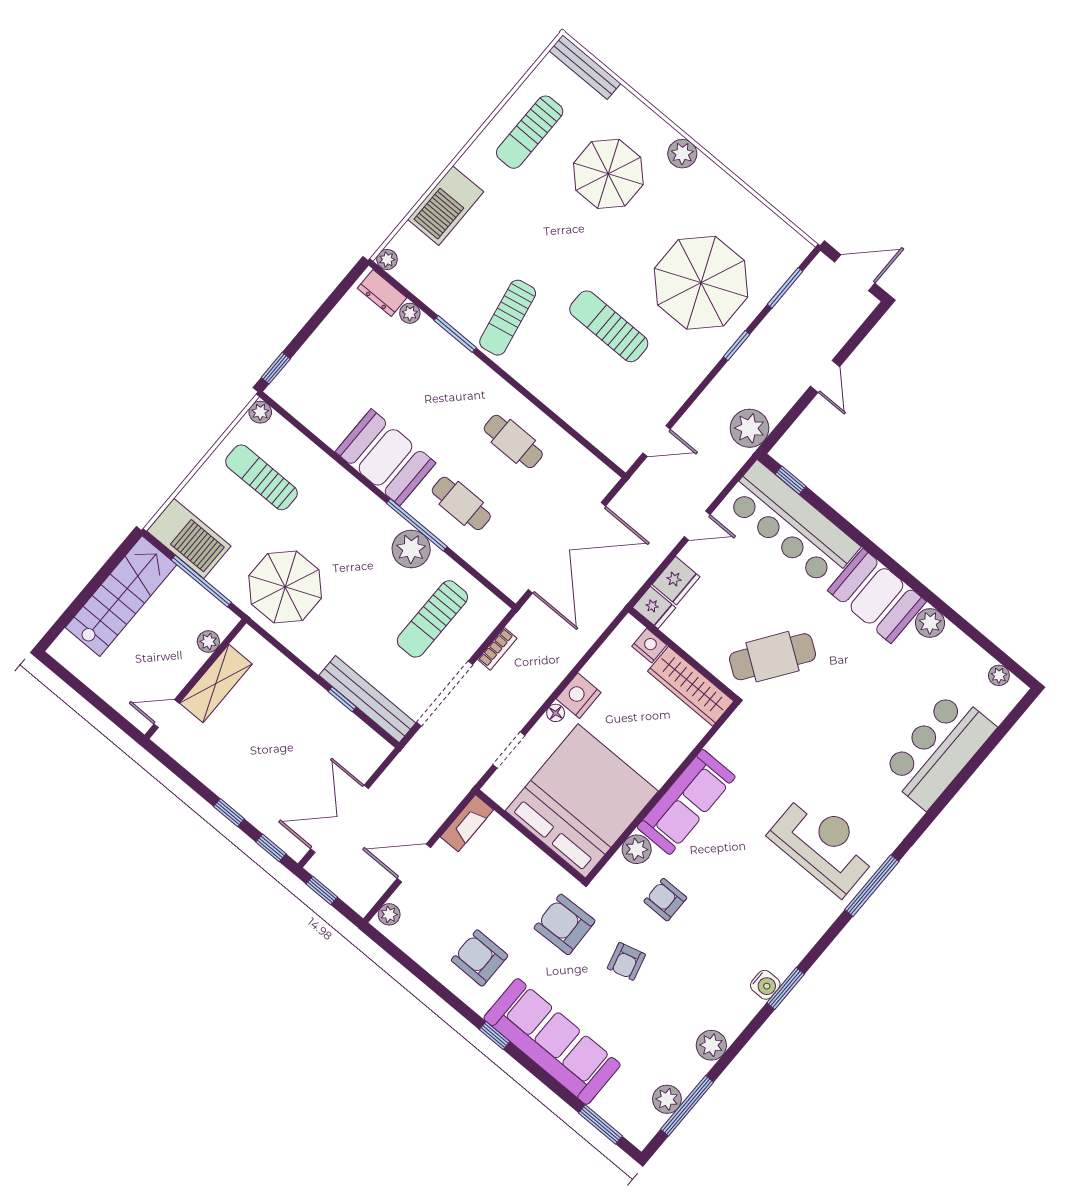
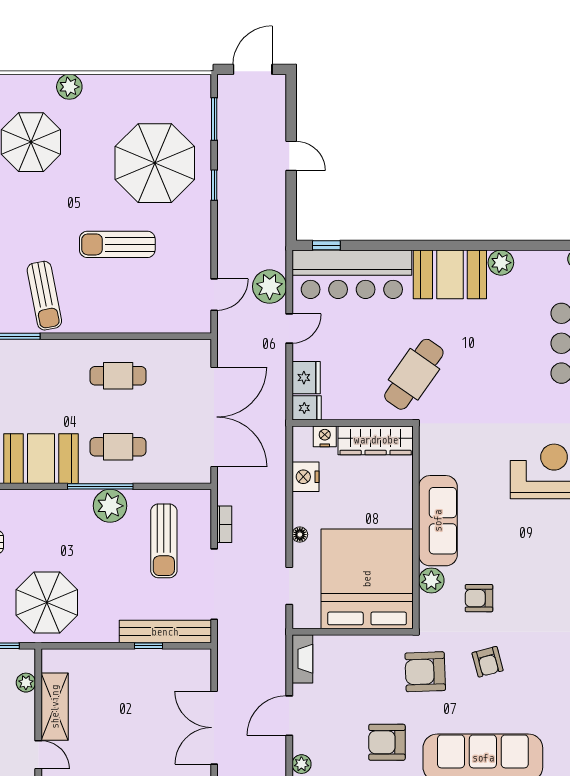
plant: (750, 428) -> (270, 287), moved
nightstand: (579, 696) -> (305, 477), moved
door: (166, 714) -> (38, 755), swing flipped

